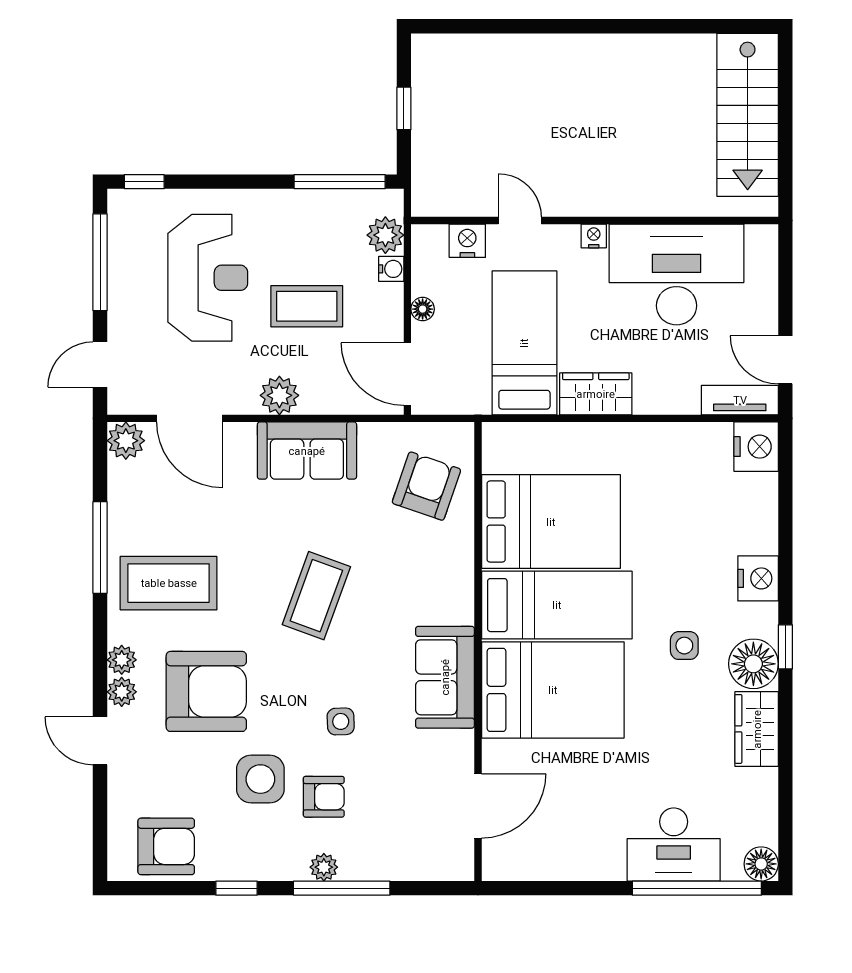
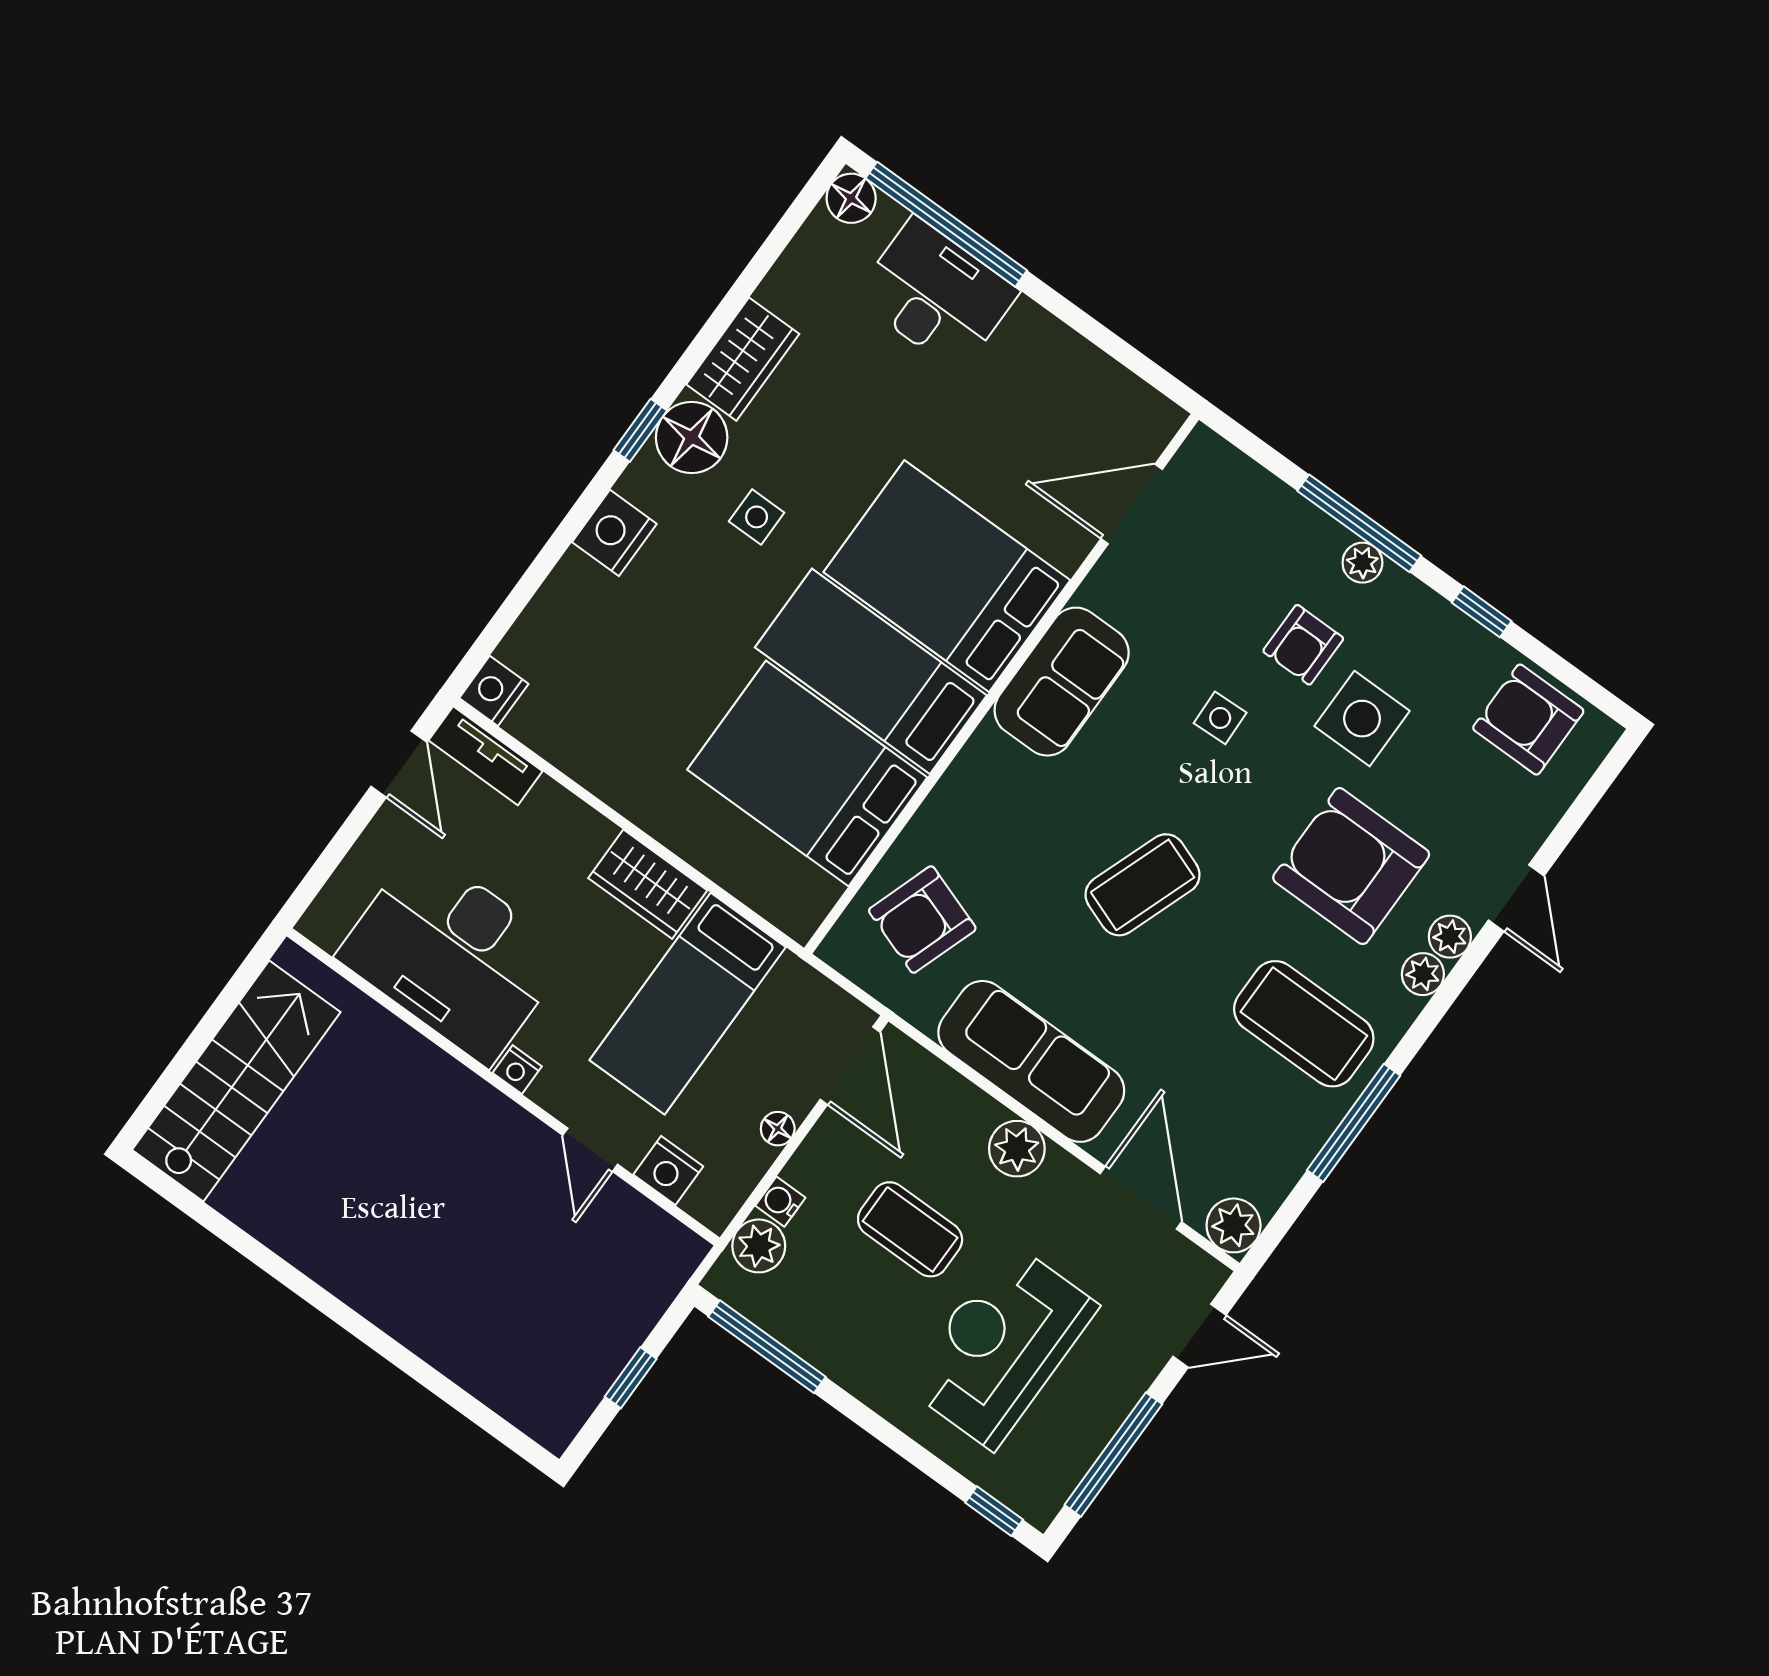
nightstand: (756, 447) -> (494, 691), width x0.74, depth x0.75
sofa: (307, 451) -> (1031, 1061), width x1.36
armchair: (324, 797) -> (1303, 645), turned -90

